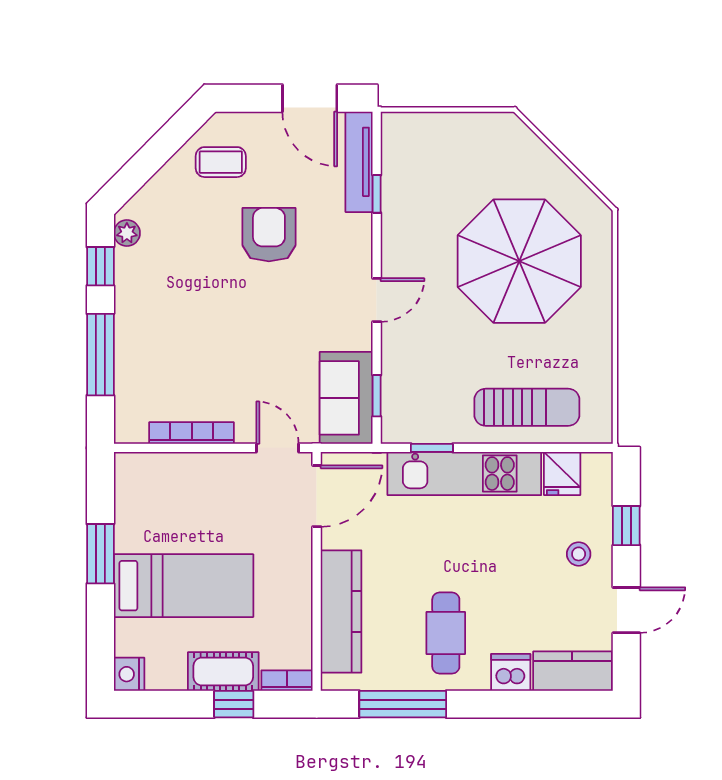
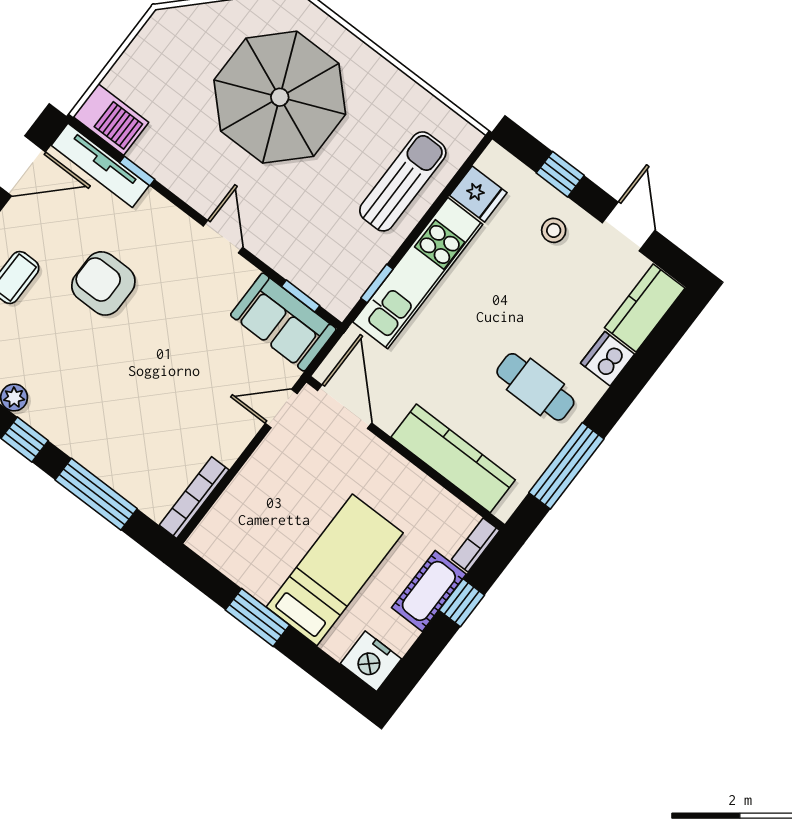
barbecue: (401, 143) -> (111, 120), added
bookcase: (192, 433) -> (194, 498), moved
nightstand: (129, 674) -> (371, 661), width x1.36, depth x1.33

